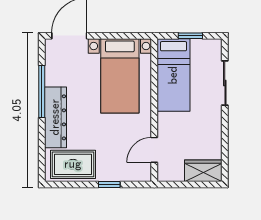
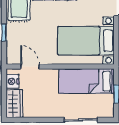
nightstand: (174, 173) -> (12, 81), added

